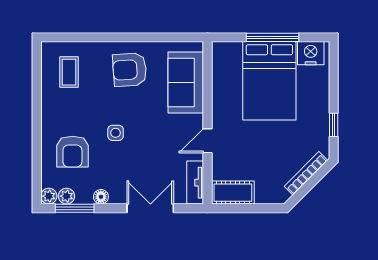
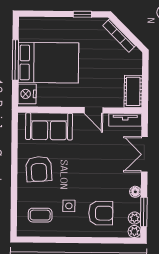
nightstand: (311, 53) -> (27, 94), moved
side table: (116, 133) -> (69, 206), moved

